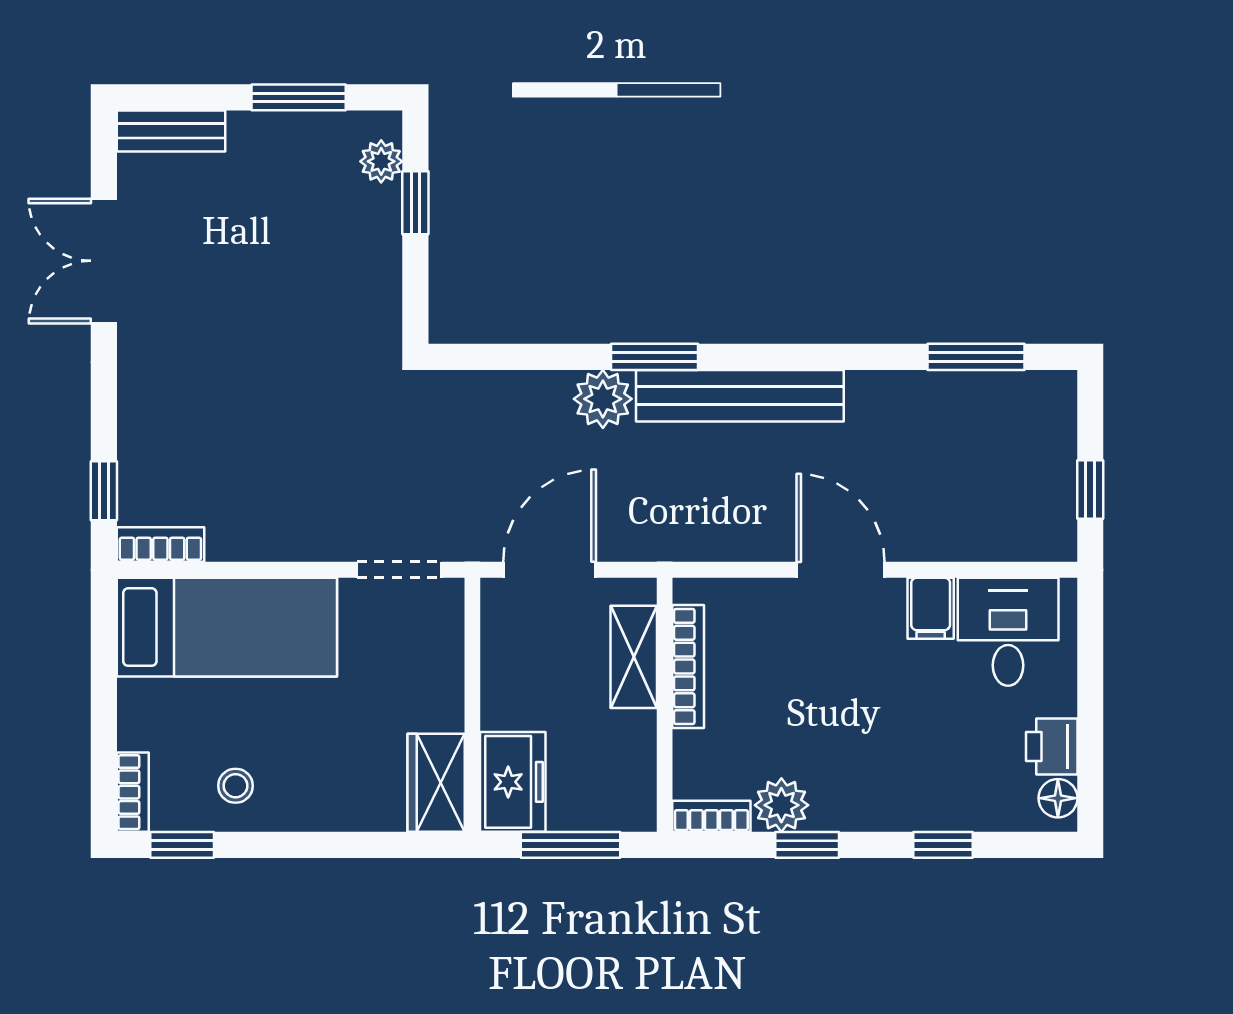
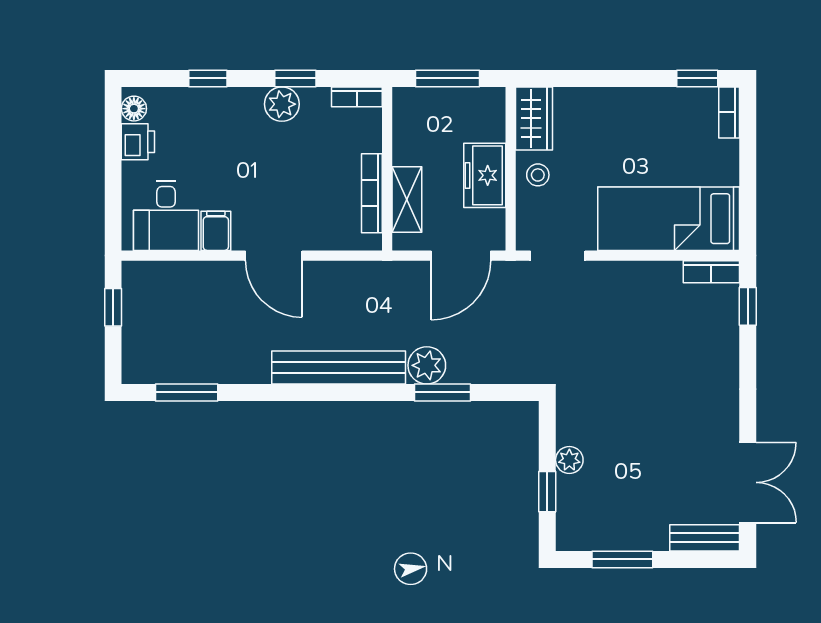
plant: (381, 161) -> (569, 460), moved
double door: (104, 261) -> (748, 482), moved
window: (654, 357) -> (442, 392), moved
freezer: (513, 782) -> (485, 175), moved
stool: (236, 786) -> (538, 175), moved
plant: (781, 805) -> (282, 104), moved

